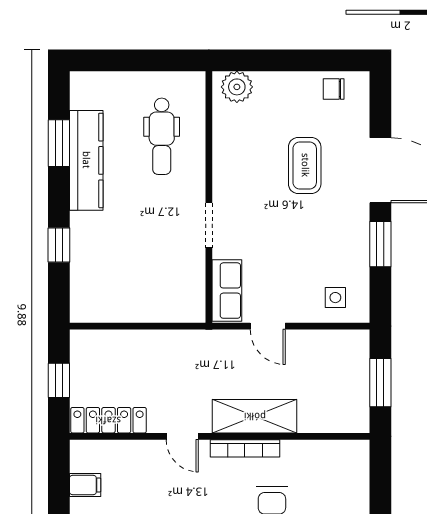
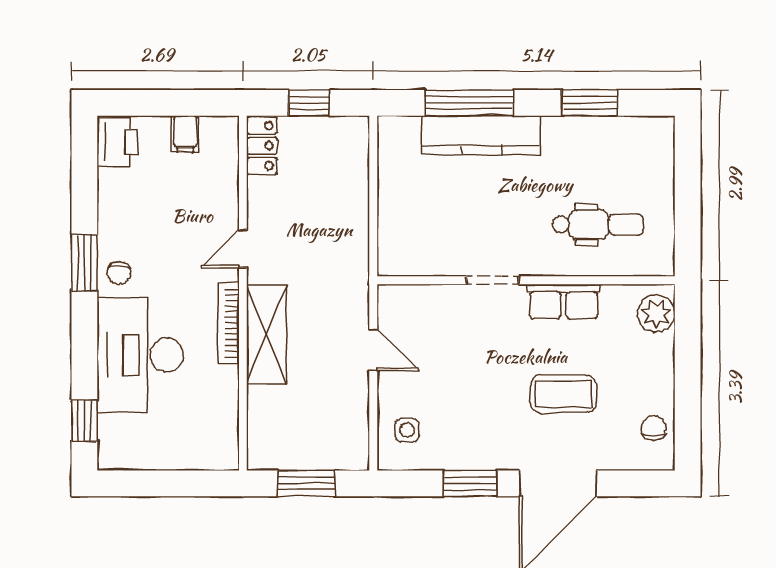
dental chair: (162, 136) -> (598, 225), turned 180
kitchen counter: (86, 160) -> (481, 135), moved
window: (59, 245) -> (469, 103), width x2.17
row of seats: (227, 291) -> (564, 302), moved
door: (268, 326) -> (373, 350), swing flipped
locker: (108, 420) -> (262, 146), width x0.66

